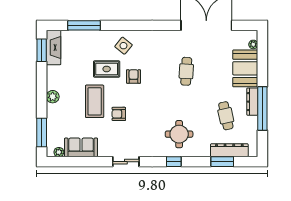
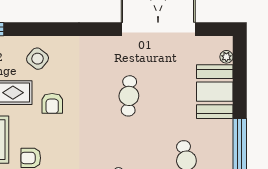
armchair: (134, 76) -> (52, 103), turned 180
dresser: (252, 102) -> (225, 140), removed

